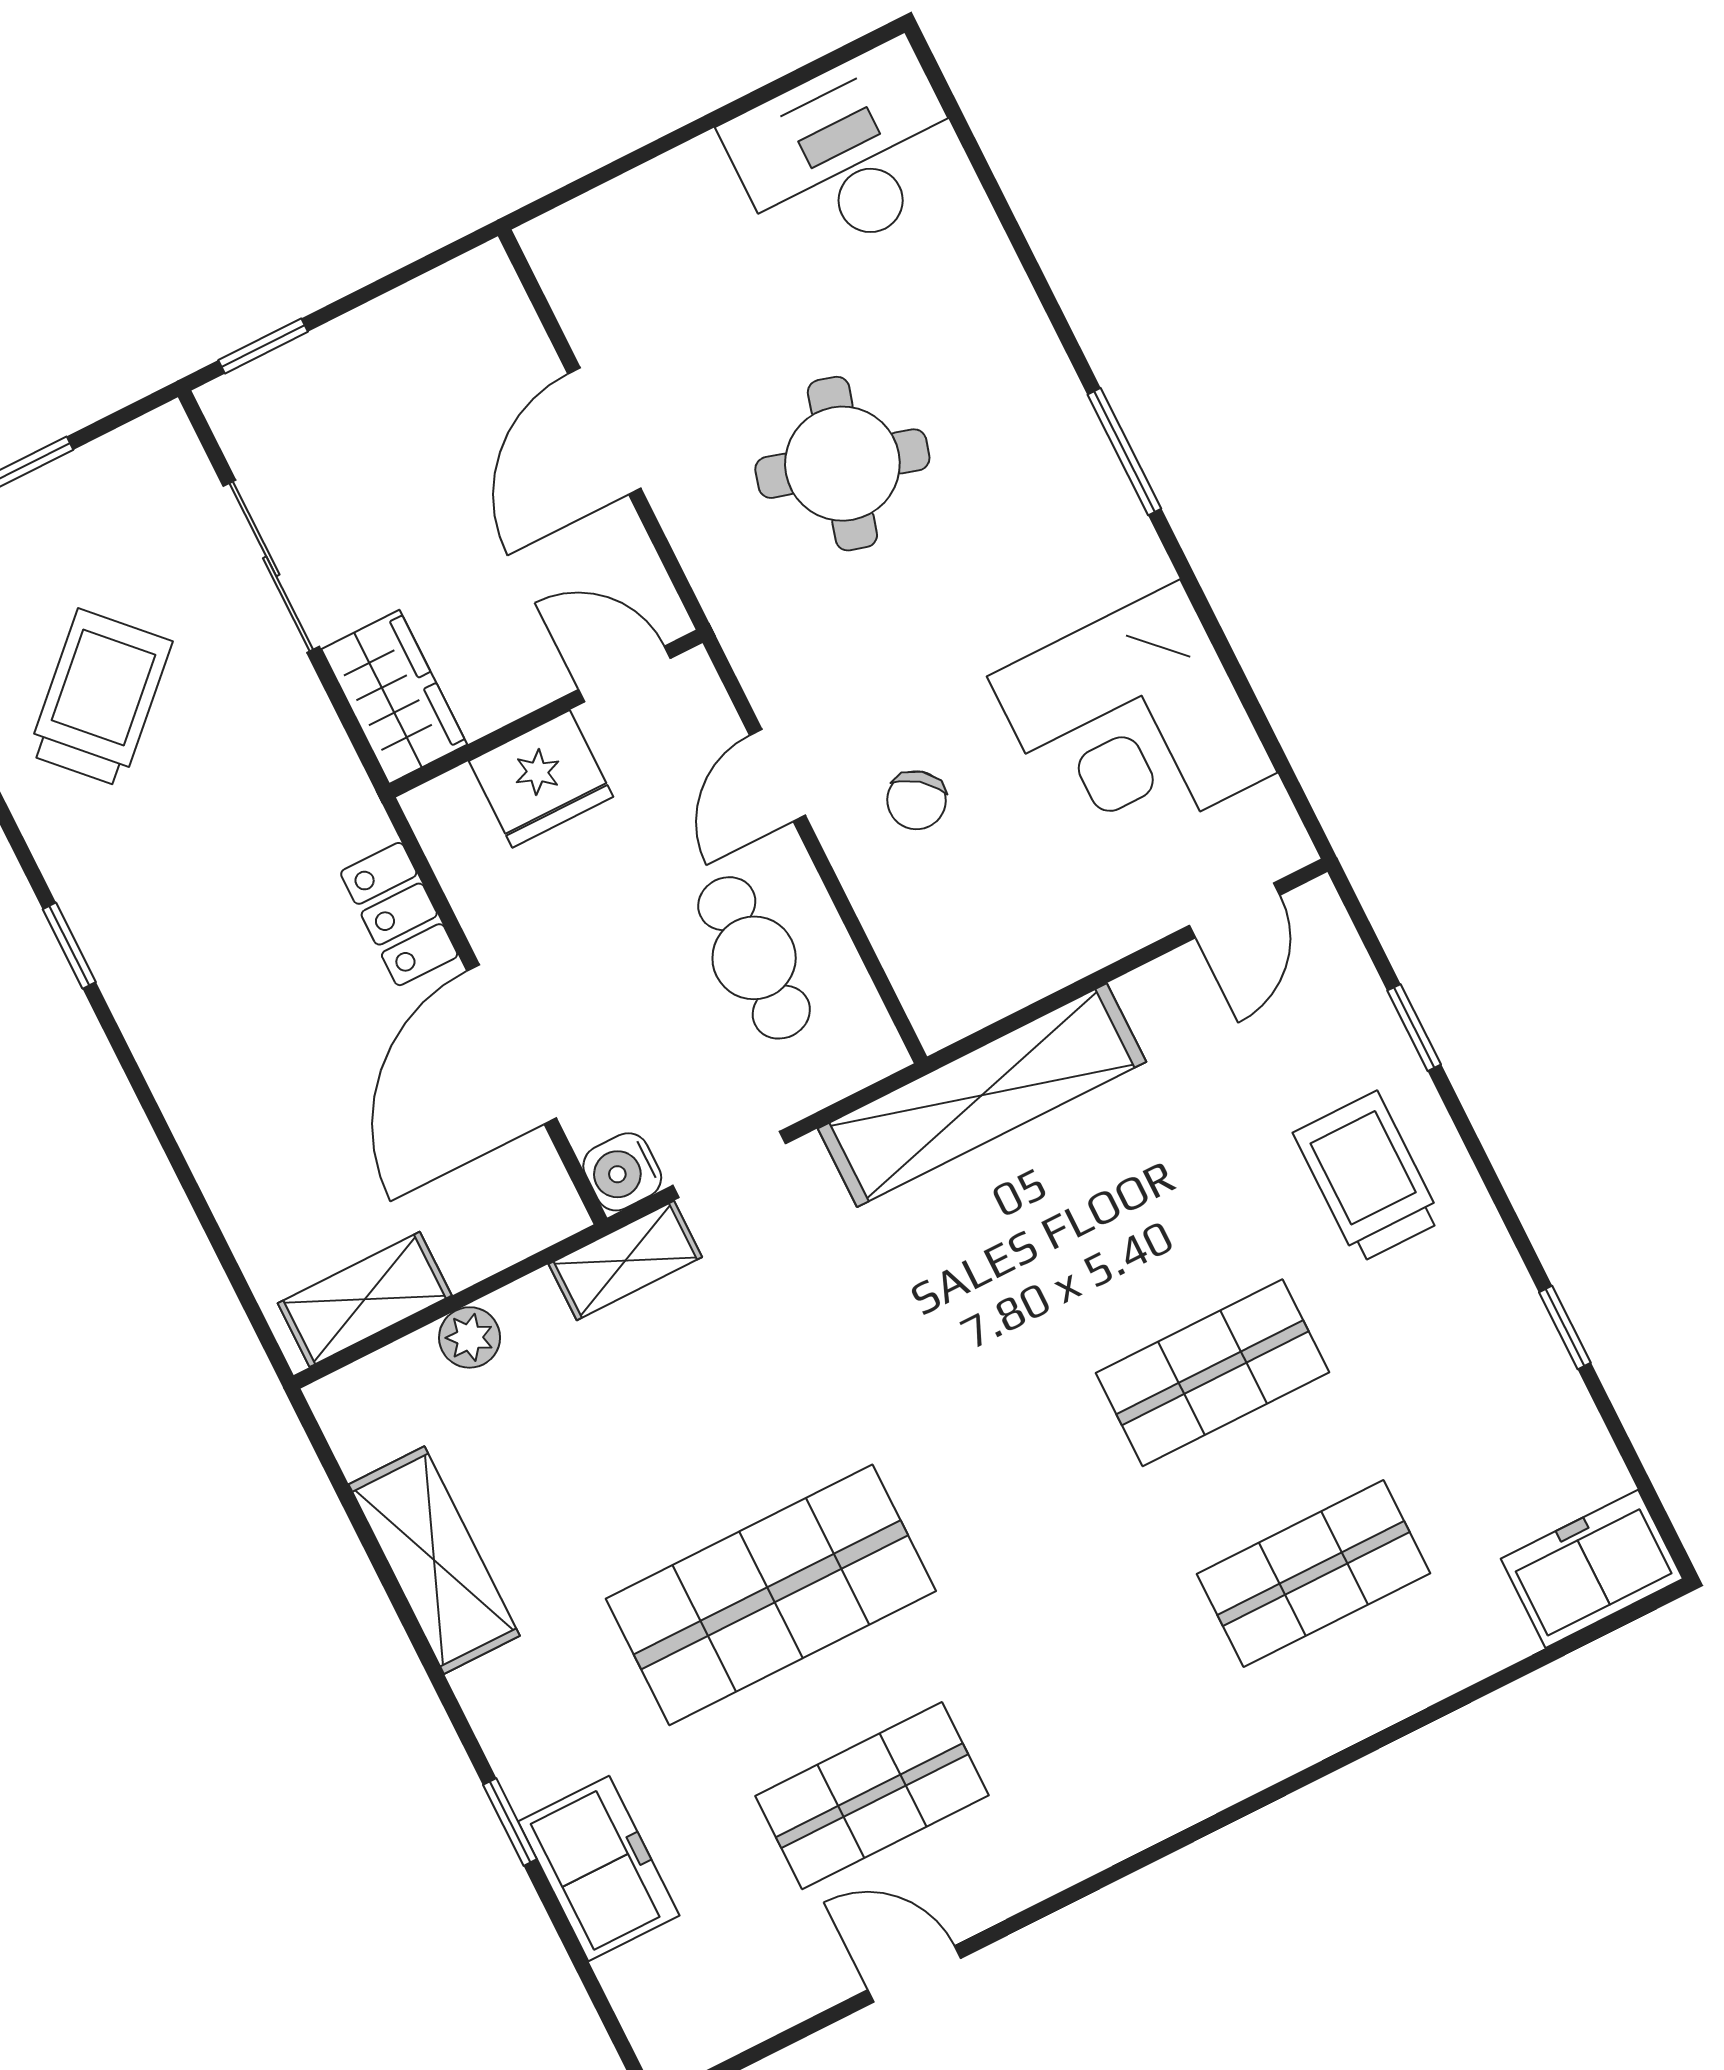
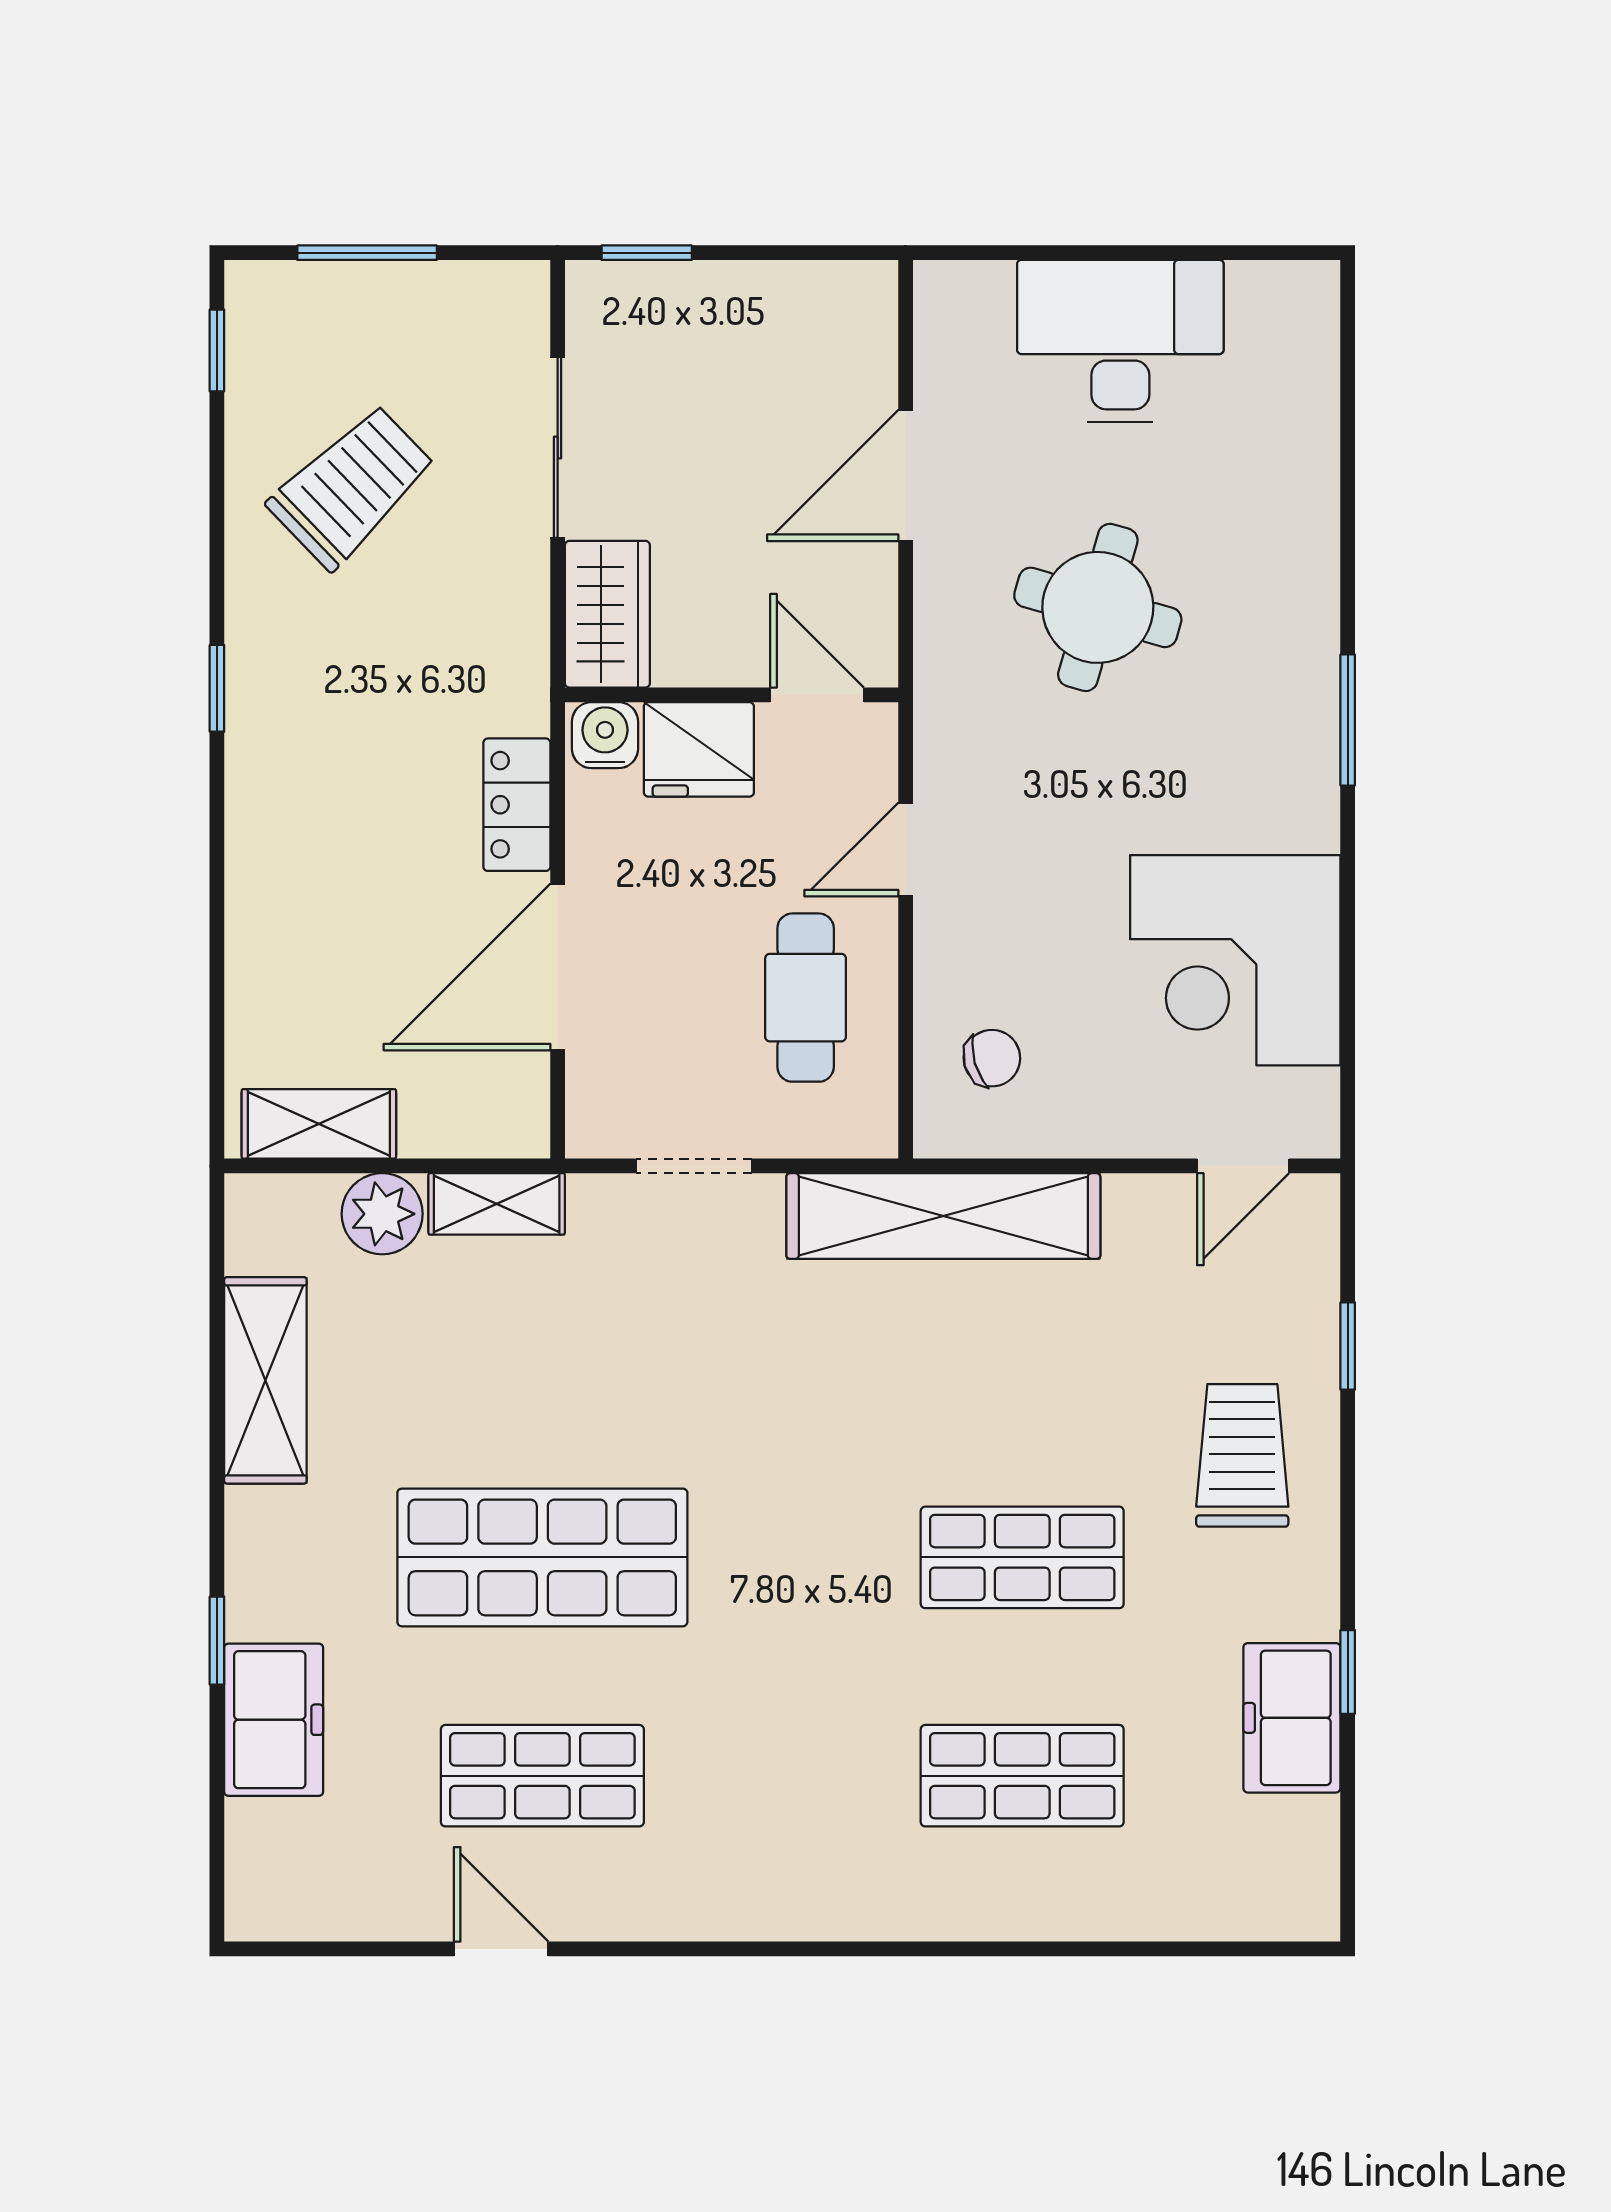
desk: (847, 154) -> (1120, 341), moved
chair: (917, 800) -> (992, 1058), moved, turned -144
water cooler: (622, 1172) -> (605, 735), moved, turned 90
shelving: (625, 1260) -> (497, 1204), moved
plant: (470, 1337) -> (382, 1214), width x1.38, depth x1.38
freezer: (1592, 1569) -> (1292, 1718), moved, turned -90

